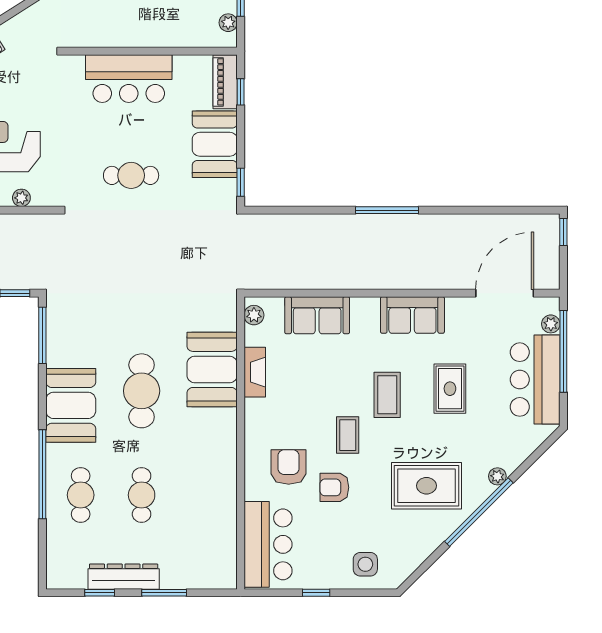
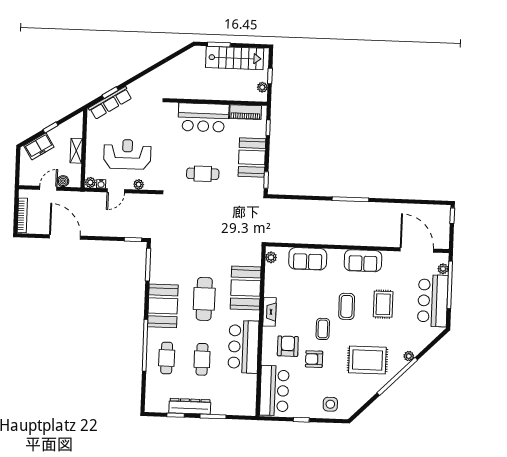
piano: (225, 82) -> (246, 112), moved, turned -90
door: (505, 293) -> (417, 250), hinge flipped
fireplace: (255, 372) -> (270, 312), moved
bar counter: (212, 471) -> (243, 347), added

